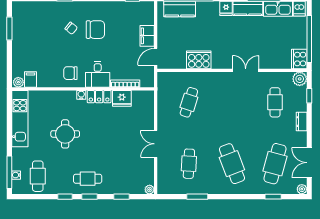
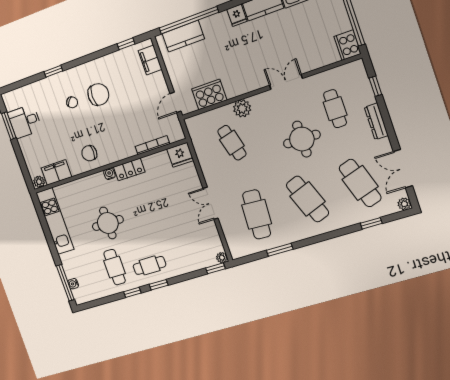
filing cabinet: (147, 36) -> (150, 60), moved
cooker: (199, 60) -> (209, 95), moved
desk: (98, 75) -> (25, 121), moved, turned 90
filing cabinet: (31, 79) -> (56, 172), width x2.00
plant: (300, 79) -> (242, 108), moved
fridge: (122, 98) -> (180, 155), moved
cafe table: (189, 102) -> (232, 143), turned -33
round table: (243, 117) -> (302, 139), added
dresser: (302, 122) -> (376, 121), width x1.44
cafe table: (189, 164) -> (257, 214), width x1.37, depth x1.35
cafe table: (275, 164) -> (360, 183), turned -33
cafe table: (38, 176) -> (115, 267), moved
window: (121, 197) -> (215, 268), moved

